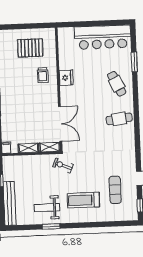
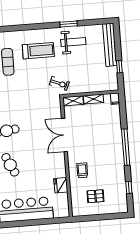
pallet: (30, 48) -> (95, 196), width x0.67, depth x0.71
fridge: (66, 78) -> (61, 185), moved
double door: (60, 124) -> (64, 135), moved

